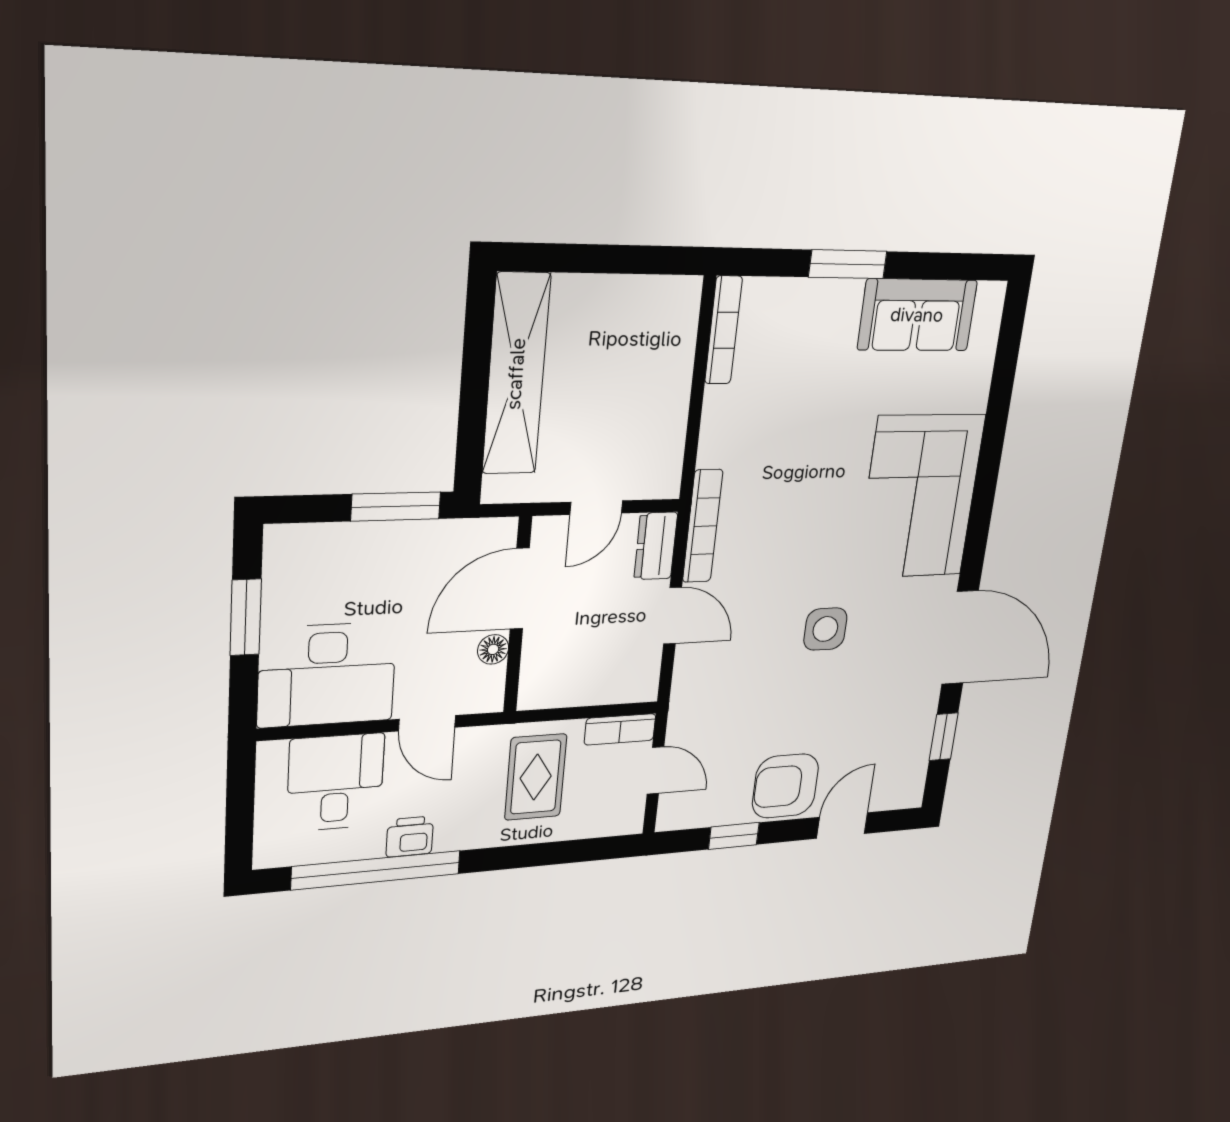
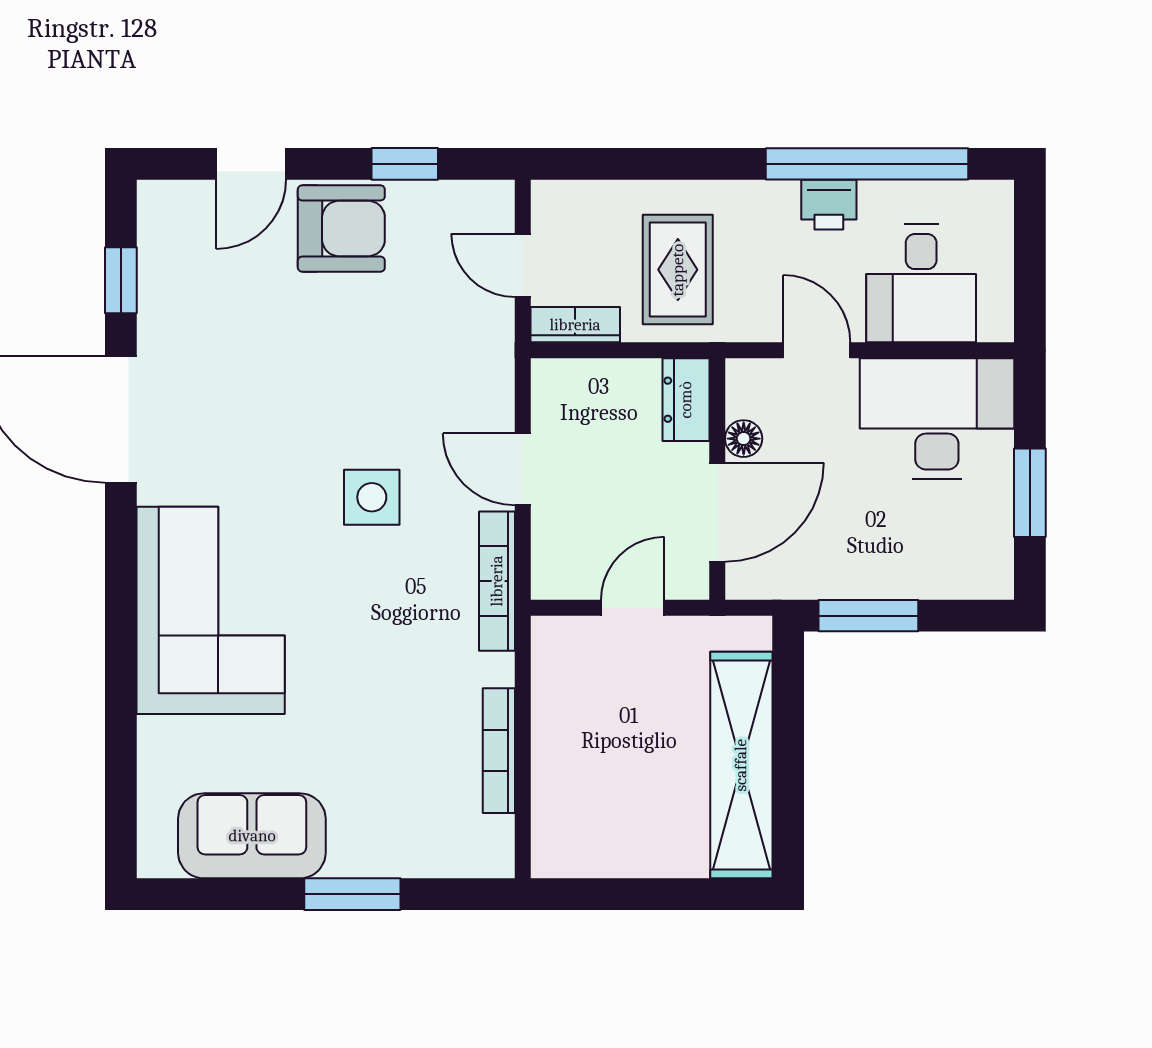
bookcase: (723, 330) -> (499, 751), moved
dresser: (656, 546) -> (686, 400), moved, turned 180
side table: (825, 629) -> (372, 497), moved

